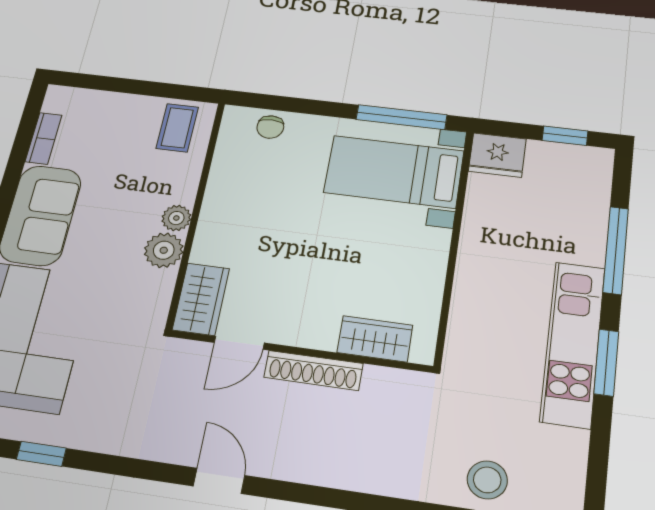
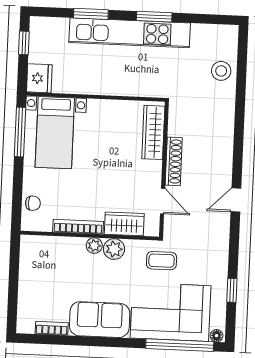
coffee table: (177, 128) -> (162, 261), moved
bookcase: (216, 195) -> (78, 227), added
window: (616, 250) -> (91, 14), width x0.69
wardrobe: (201, 299) -> (124, 224), moved
wardrobe: (375, 339) -> (153, 132), width x1.50
kitchen unit: (573, 344) -> (130, 33), width x1.36

